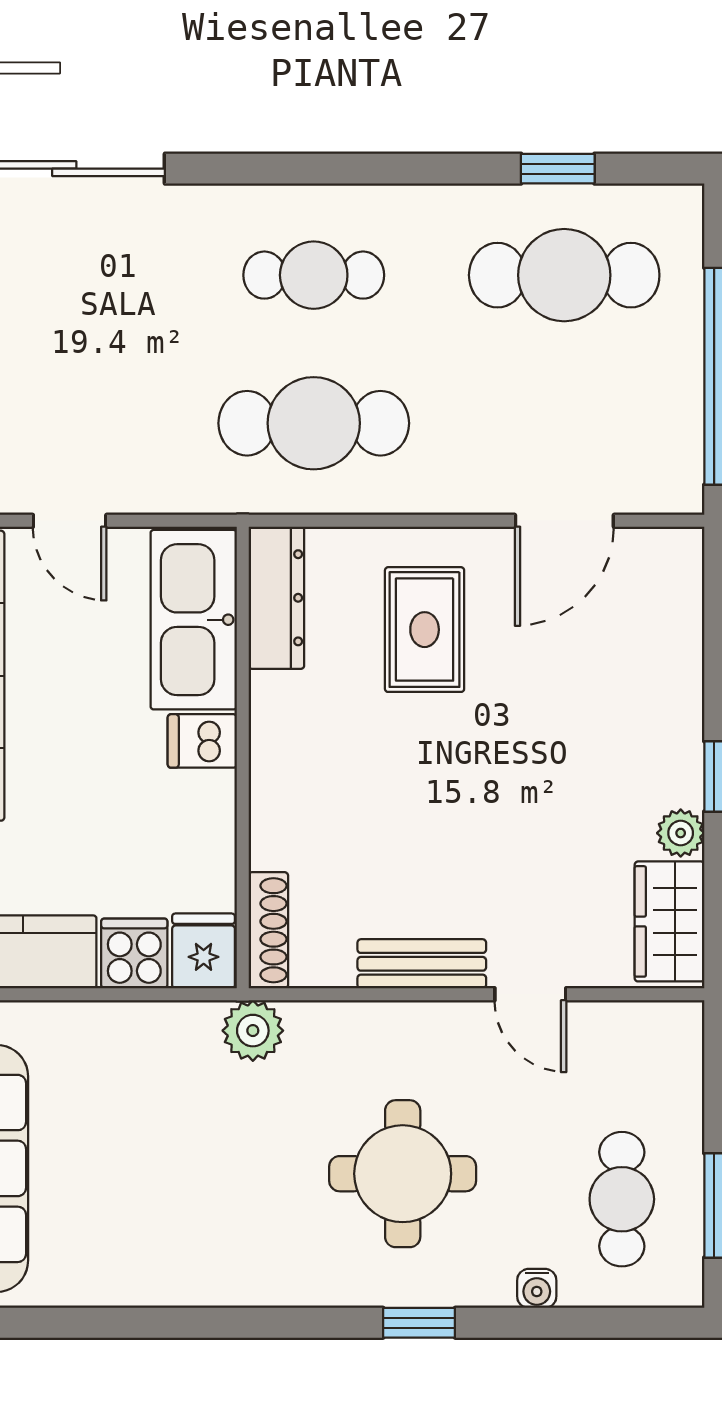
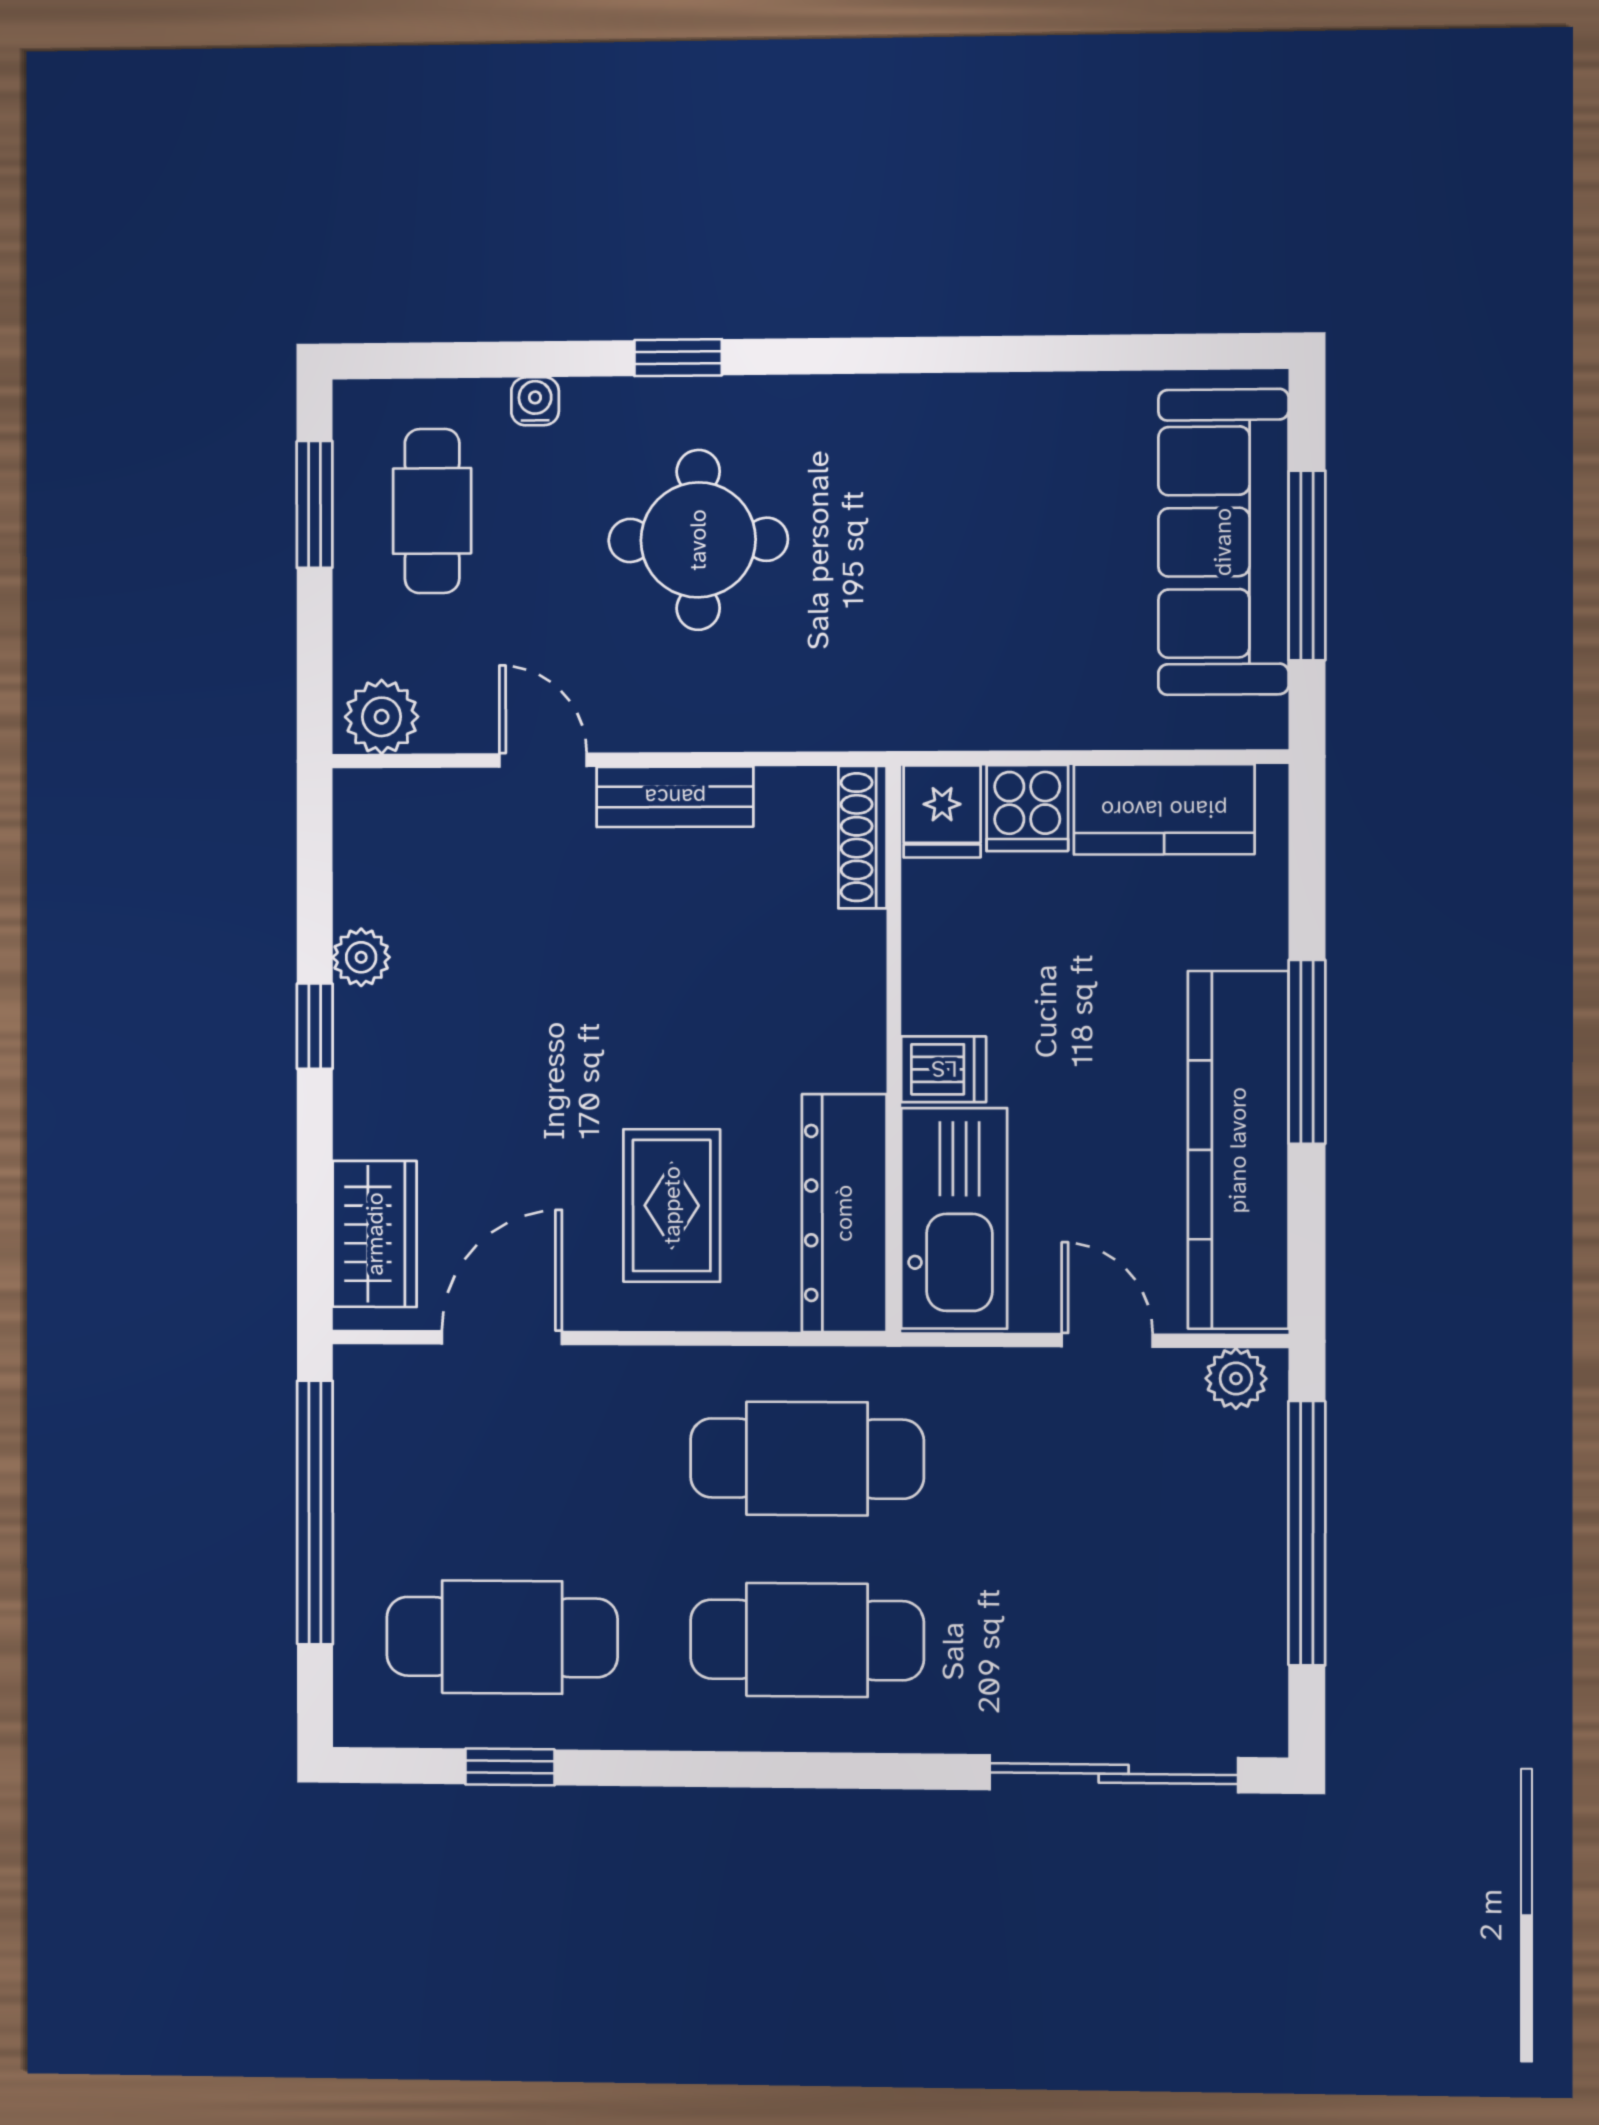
cafe table: (314, 275) -> (807, 1640), width x1.37, depth x1.35
dresser: (276, 598) -> (844, 1213), width x1.37, depth x1.24
wardrobe: (670, 921) -> (375, 1234), moved
plant: (253, 1031) -> (382, 717), moved

